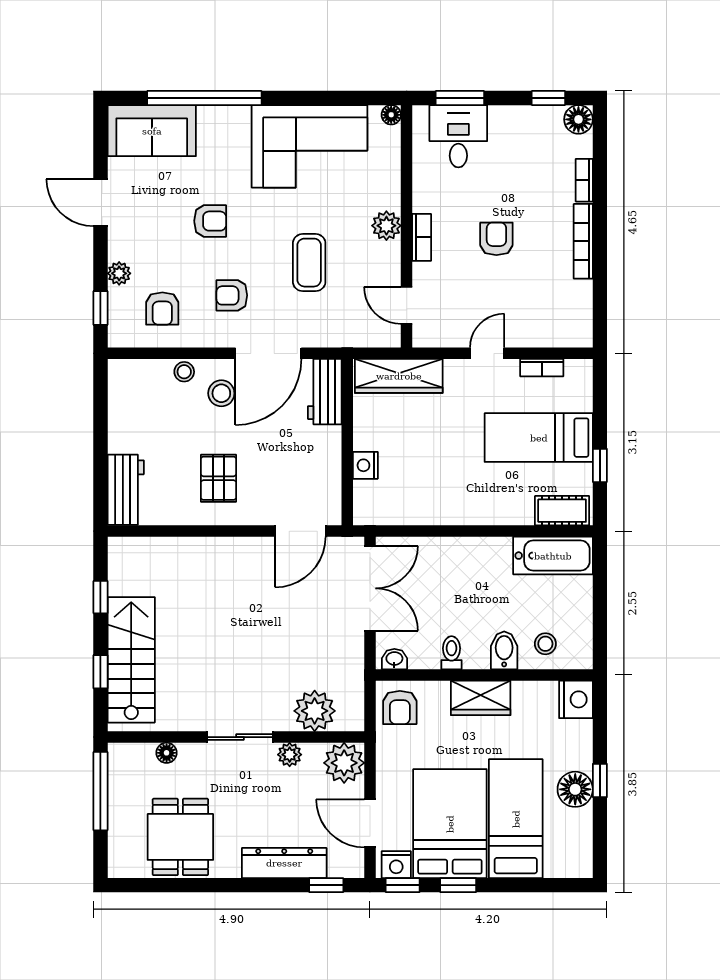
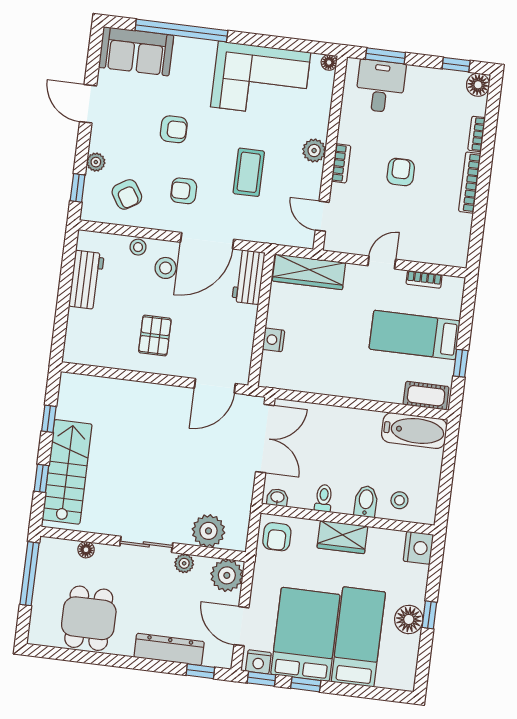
armchair: (162, 309) -> (127, 194), turned -32
workbench: (126, 490) -> (87, 280), moved

